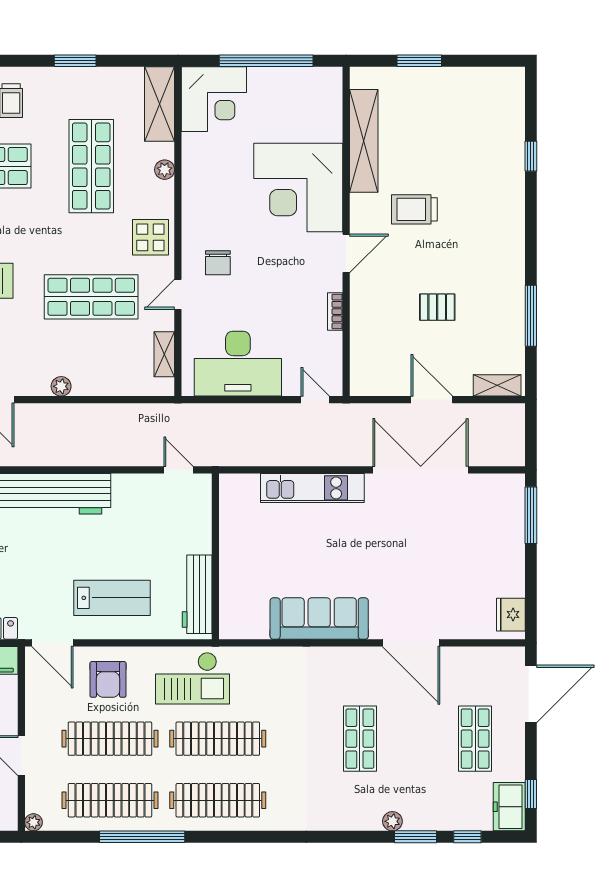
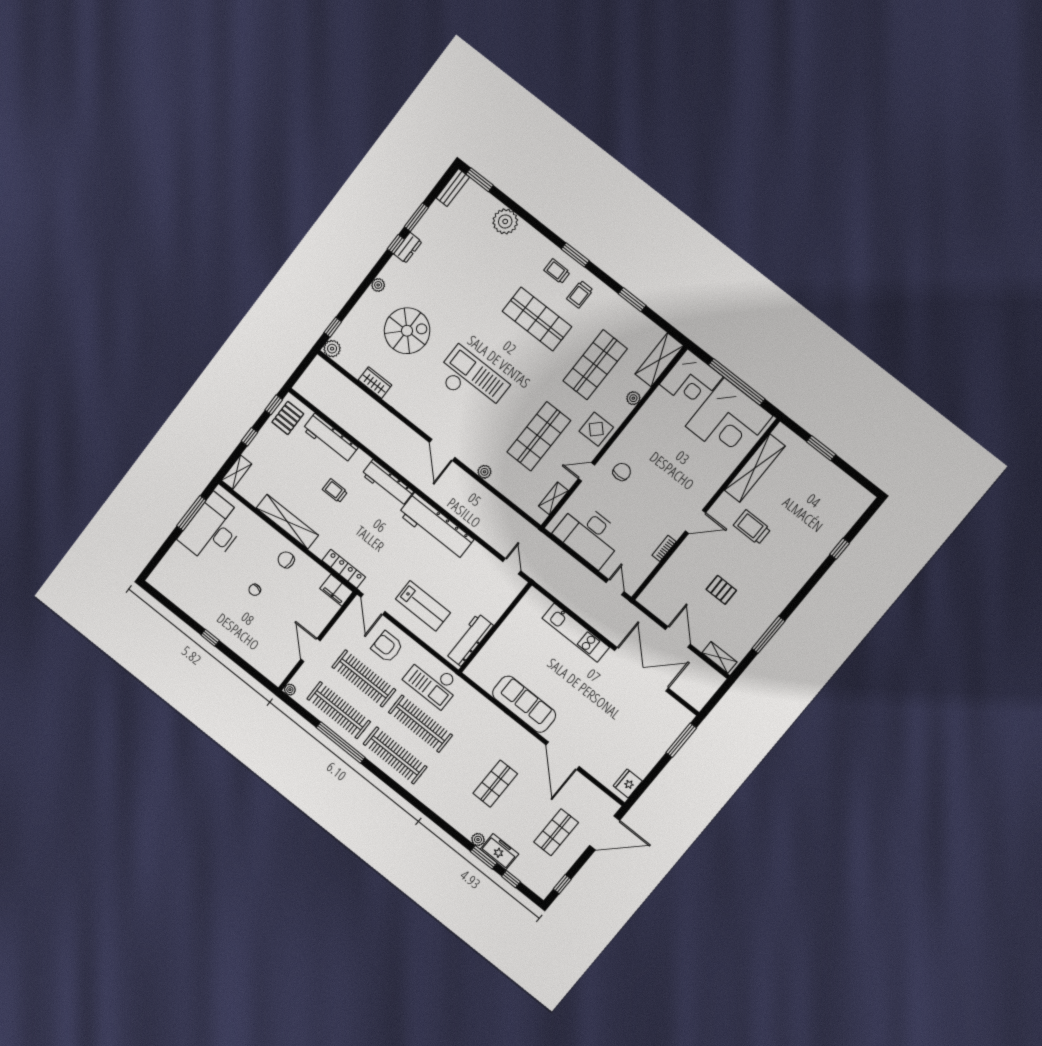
corner desk: (298, 188) -> (729, 421), moved, turned -90
chair: (218, 263) -> (622, 472), turned 180
shop shelf: (91, 297) -> (539, 436), turned 90
armchair: (108, 679) -> (387, 647), turned 90
freezer: (509, 807) -> (499, 852), moved, turned 90

